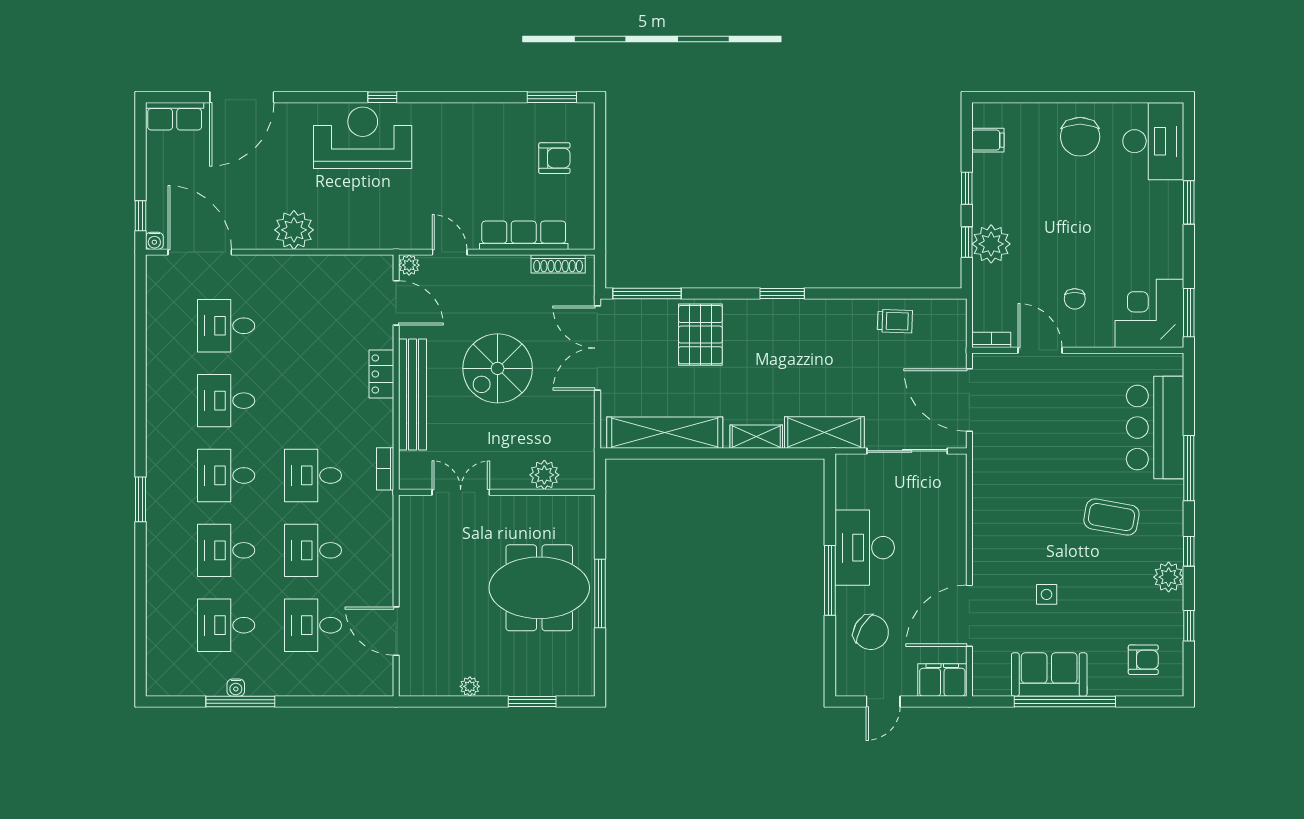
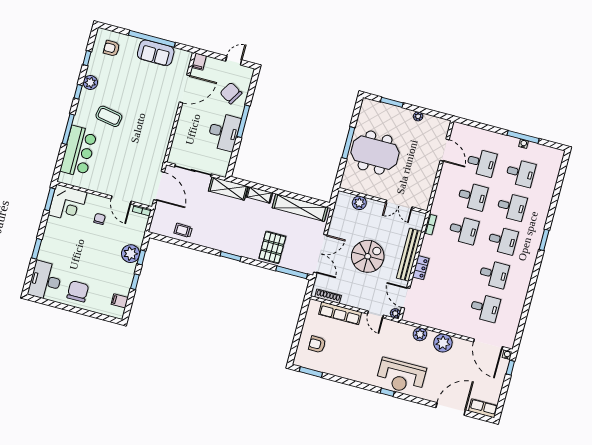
plant: (347, 235) -> (420, 334), added
side table: (1047, 594) -> (147, 89), removed
filing cabinet: (942, 680) -> (199, 62), width x0.50

